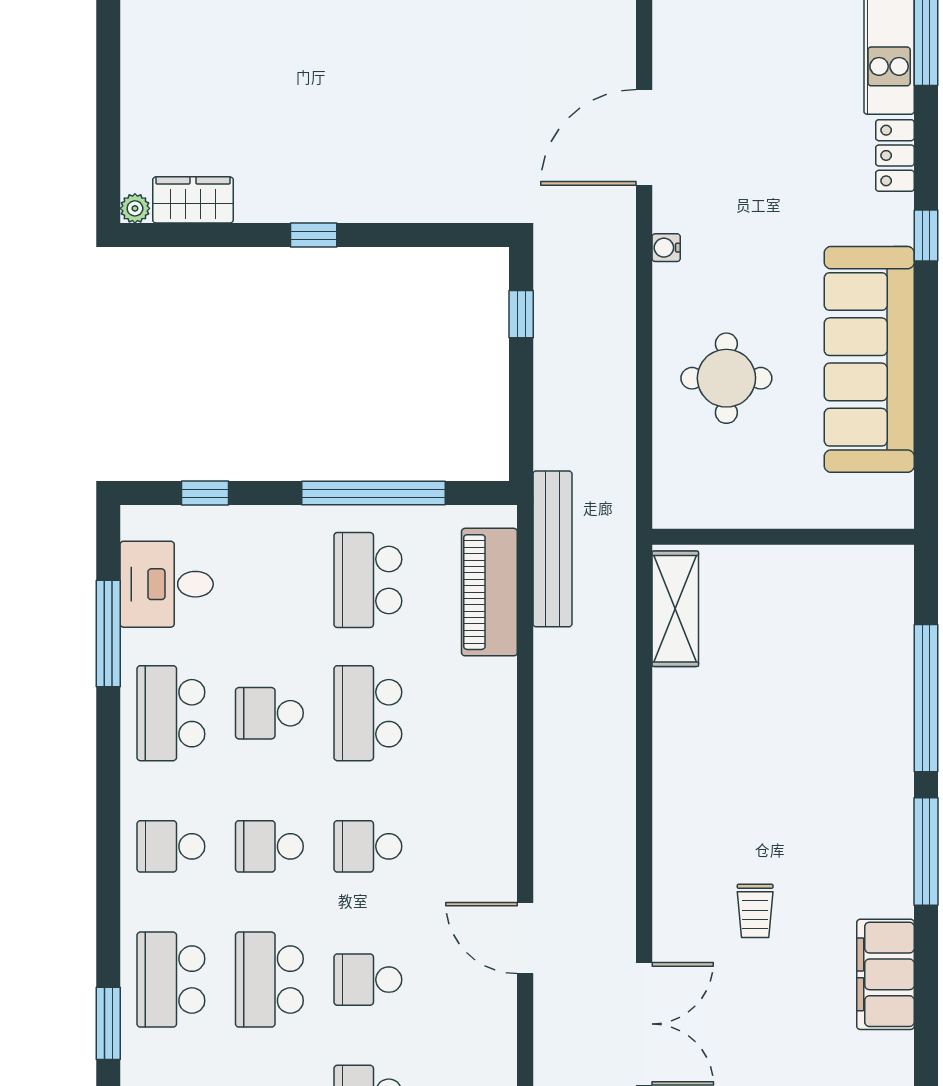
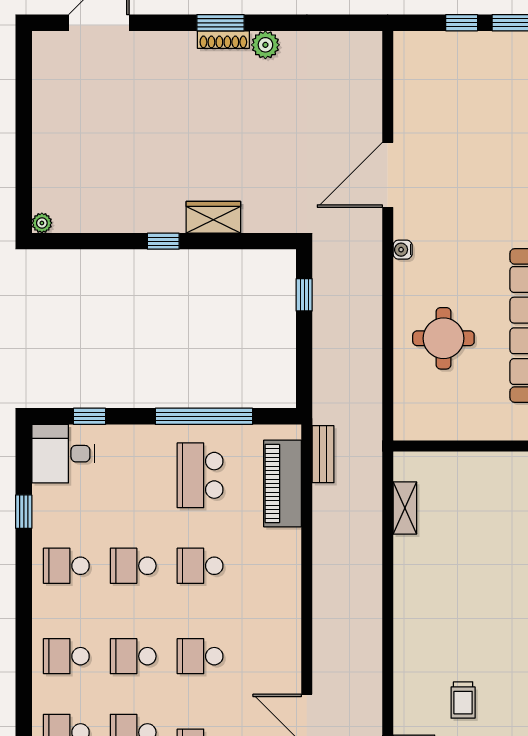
wardrobe: (193, 200) -> (213, 217), moved
bench: (552, 549) -> (323, 454), width x0.54, depth x0.82
desk: (167, 584) -> (63, 454), moved
shelving: (675, 609) -> (405, 508), width x0.67, depth x0.75
window: (108, 634) -> (24, 512), width x0.46
school desk: (171, 713) -> (66, 566), width x0.54
school desk: (368, 713) -> (200, 566), width x0.54

